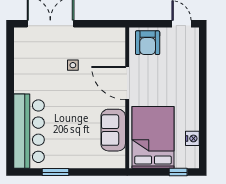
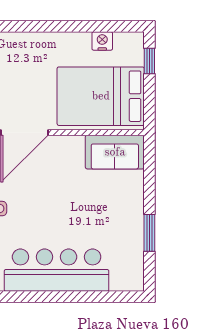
sofa: (113, 130) -> (115, 152), moved
bar counter: (29, 131) -> (57, 270), moved

